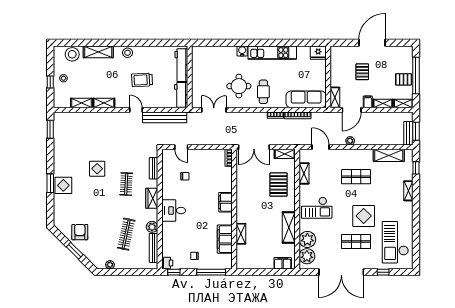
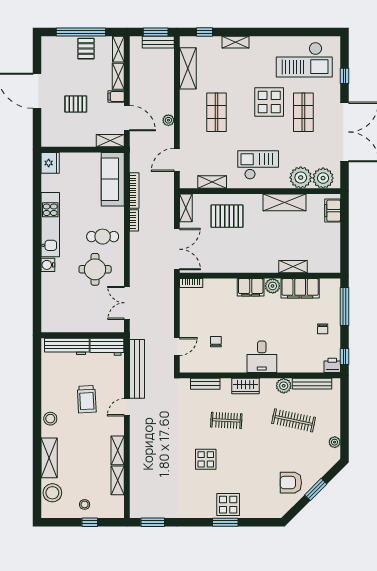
checkout: (317, 208) -> (258, 165), turned -90
plant: (226, 218) -> (273, 286), added

